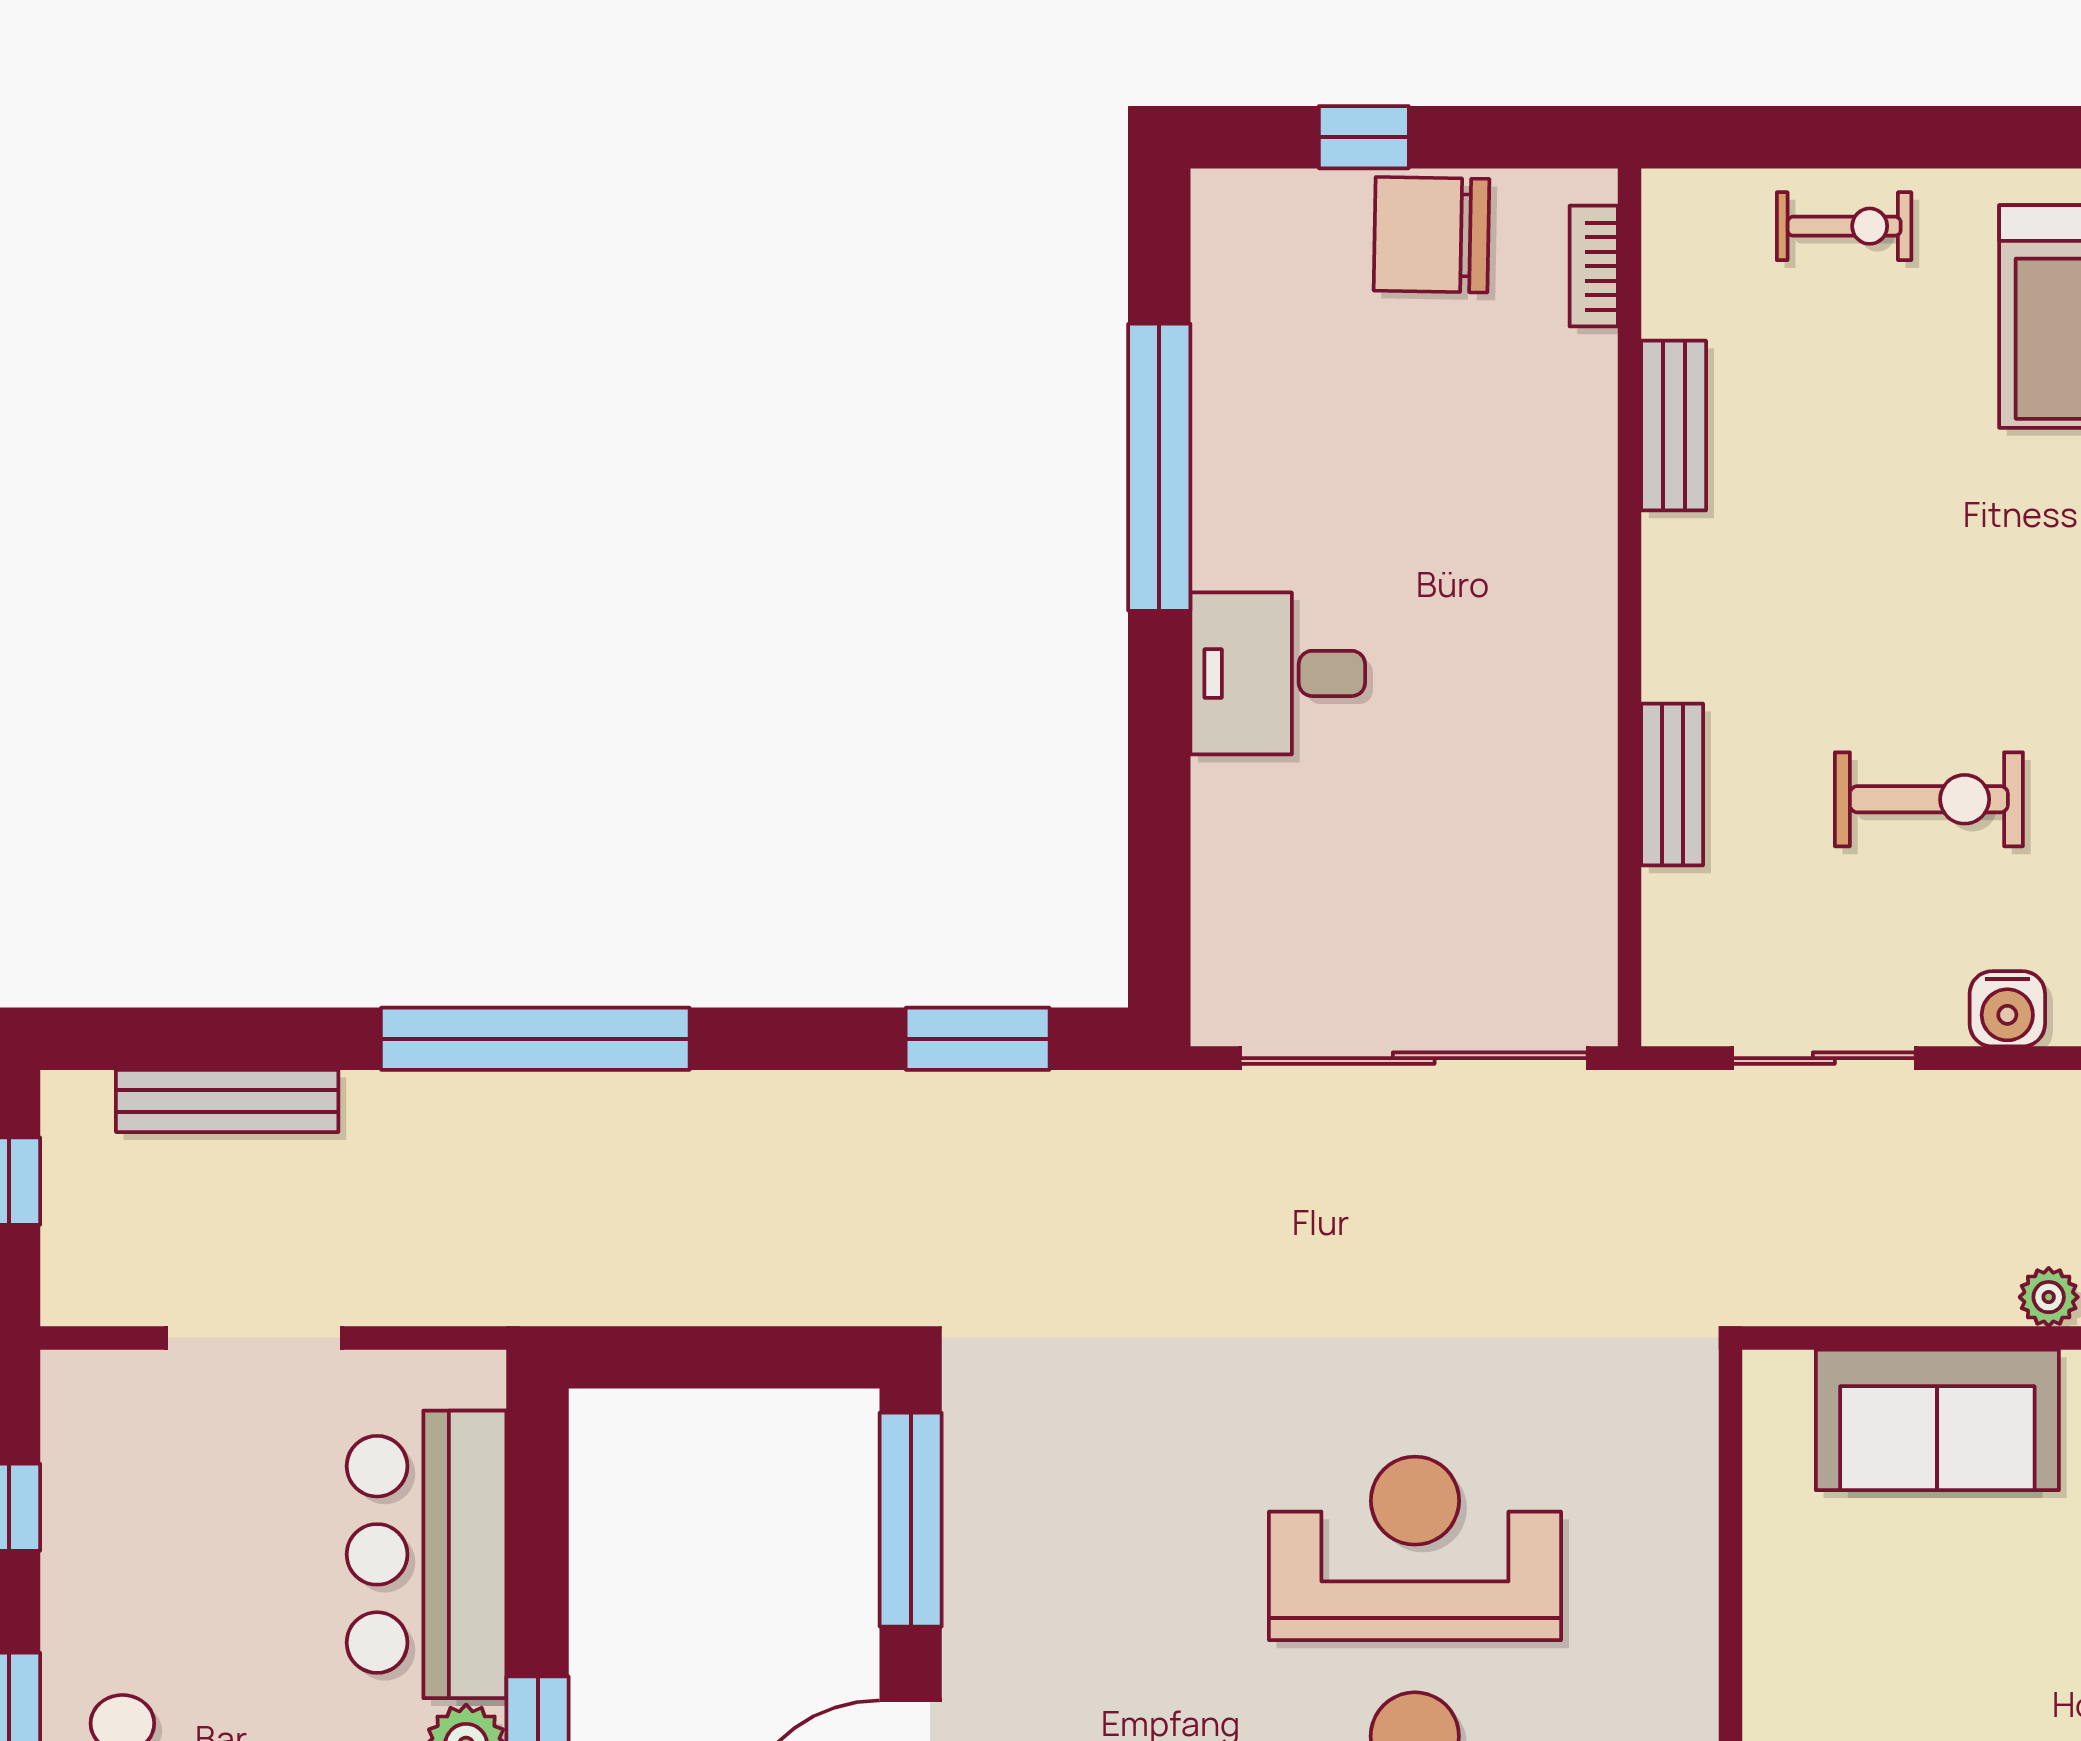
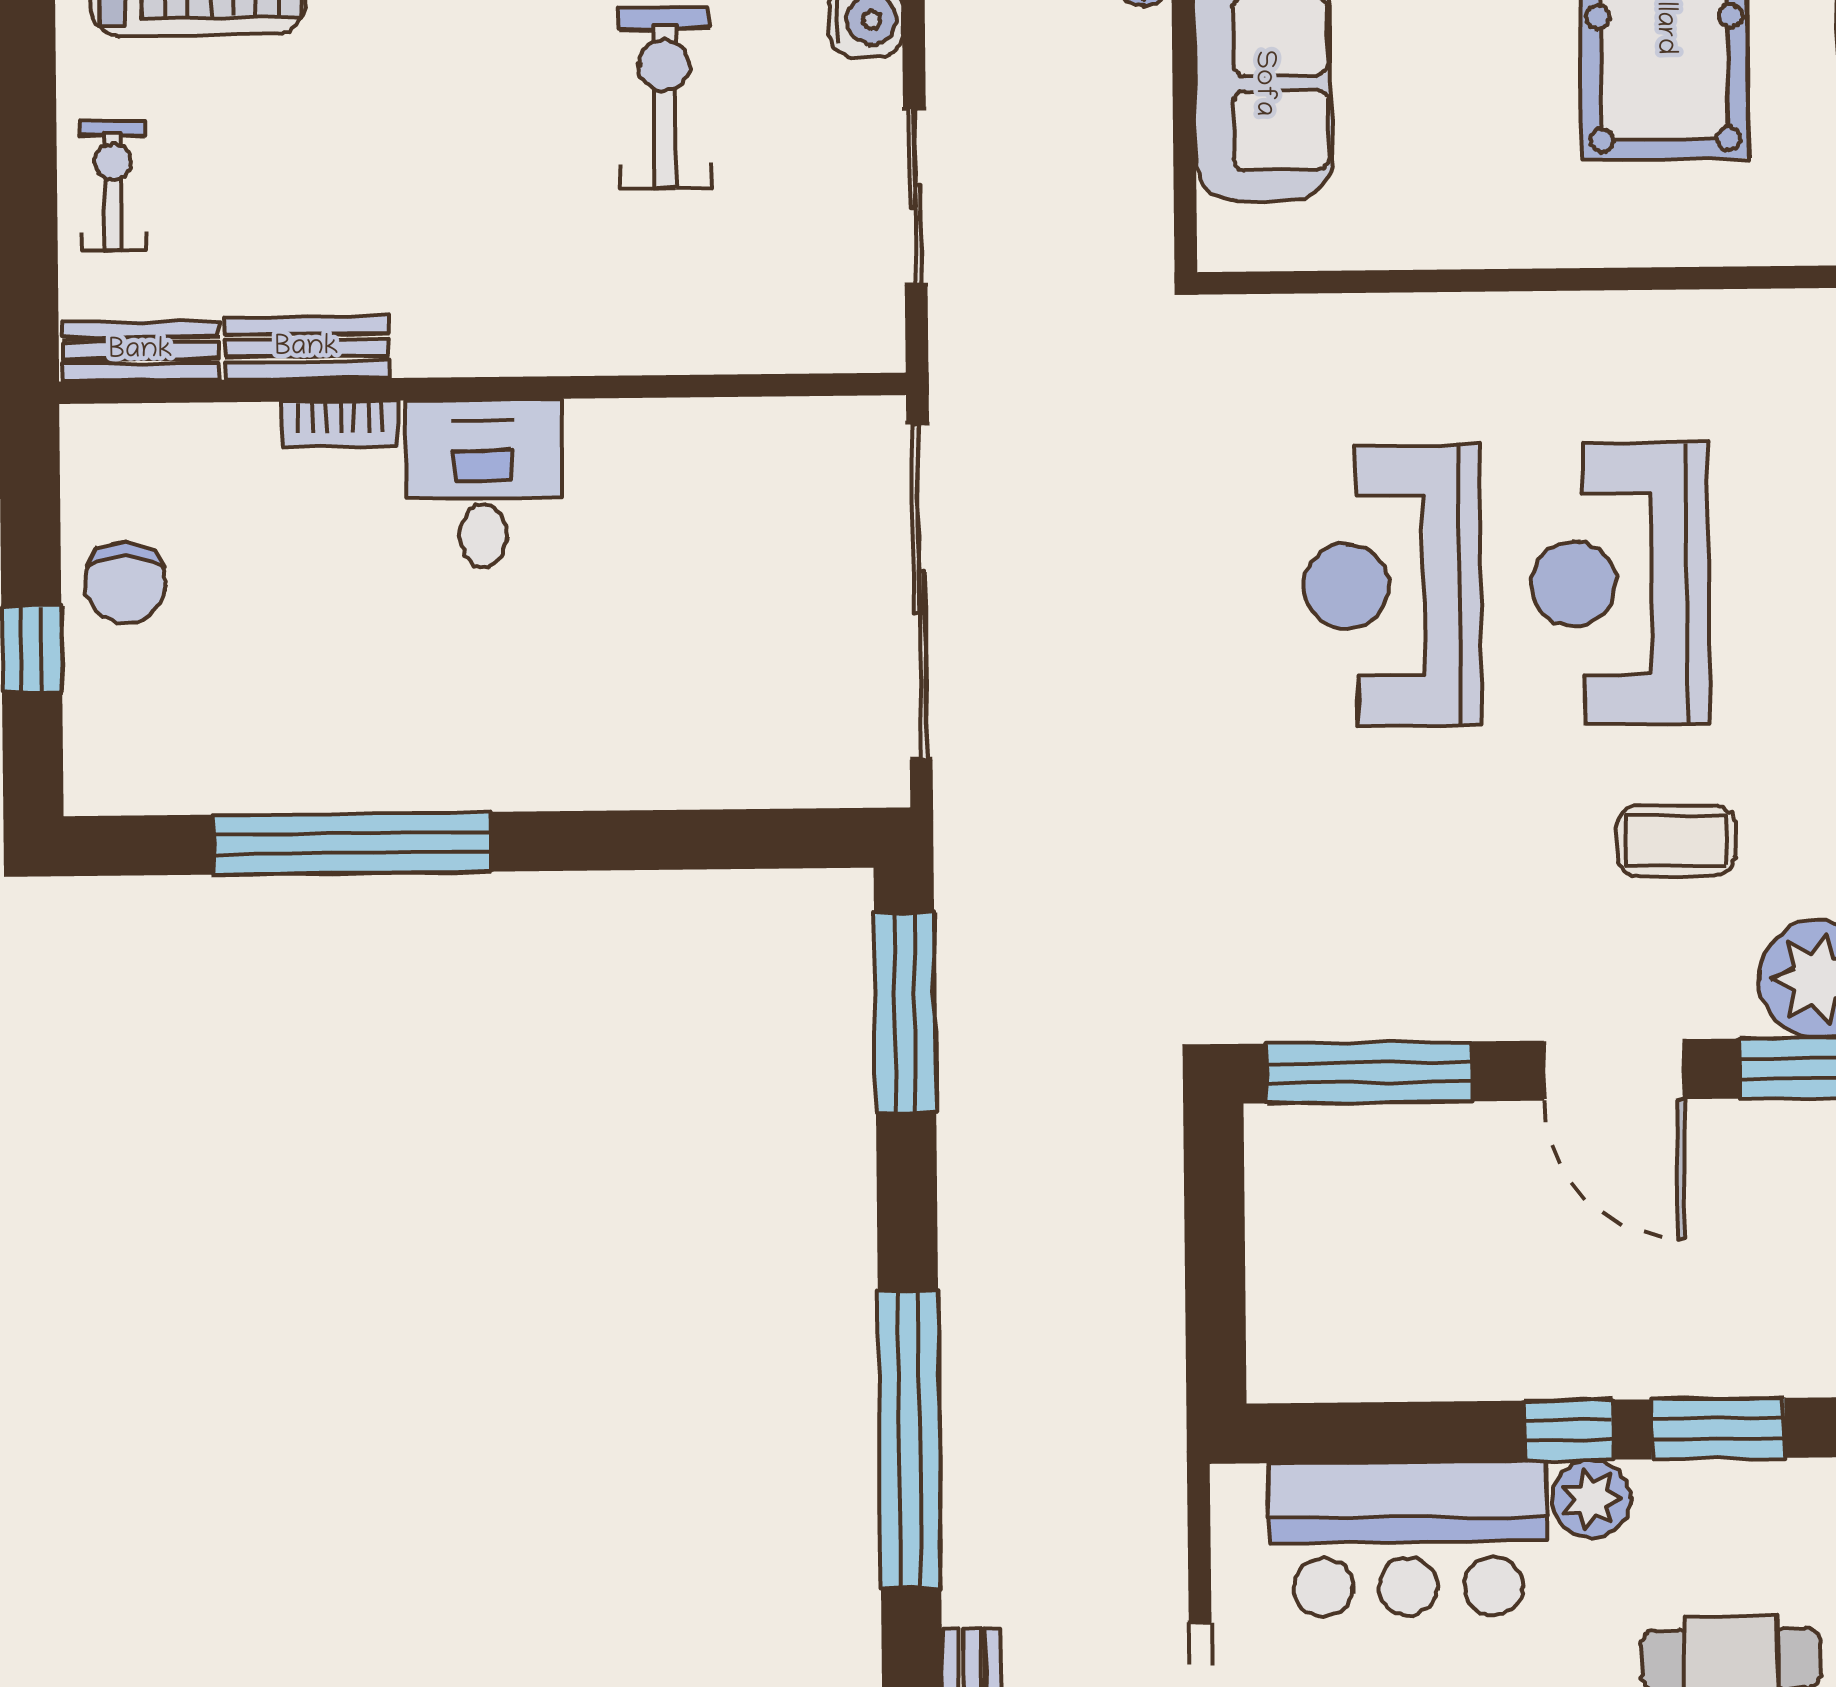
chair: (1432, 235) -> (125, 583), width x0.73, depth x0.73
bookcase: (1594, 266) -> (340, 424), moved
desk: (1278, 673) -> (483, 484), moved, turned 180
bench: (1672, 785) -> (141, 351), moved
window: (978, 1039) -> (905, 1013), width x1.44

